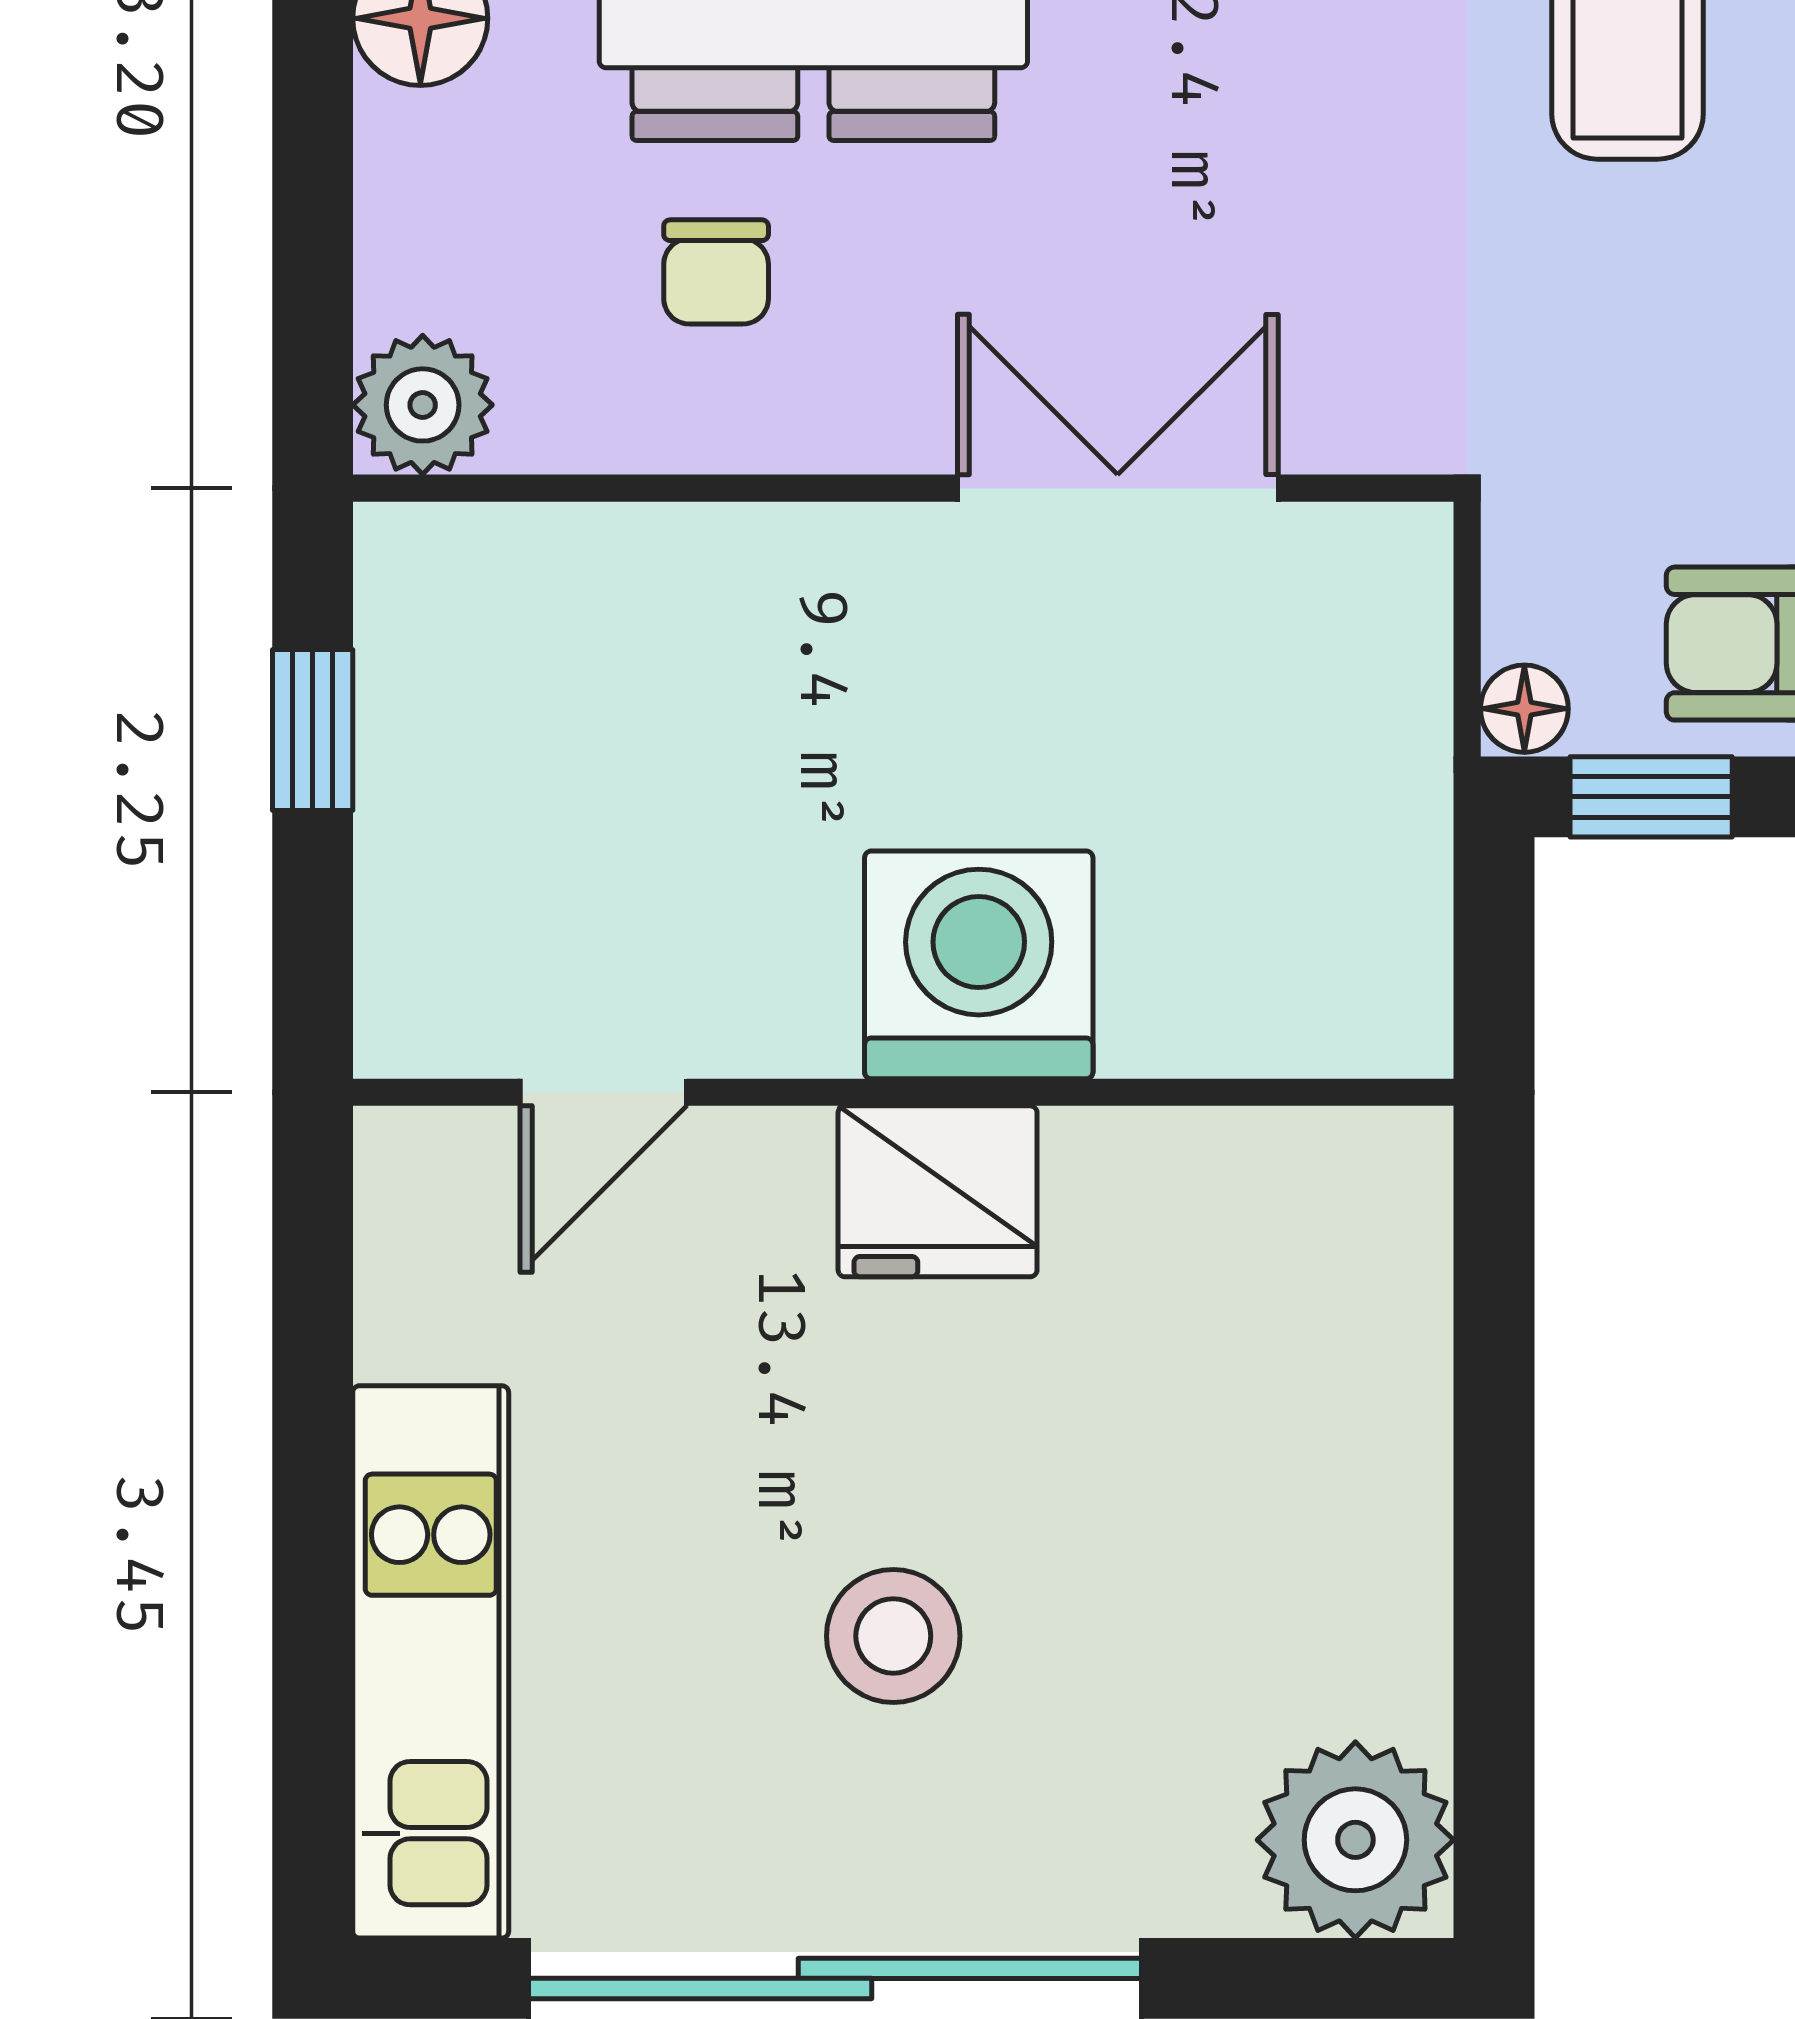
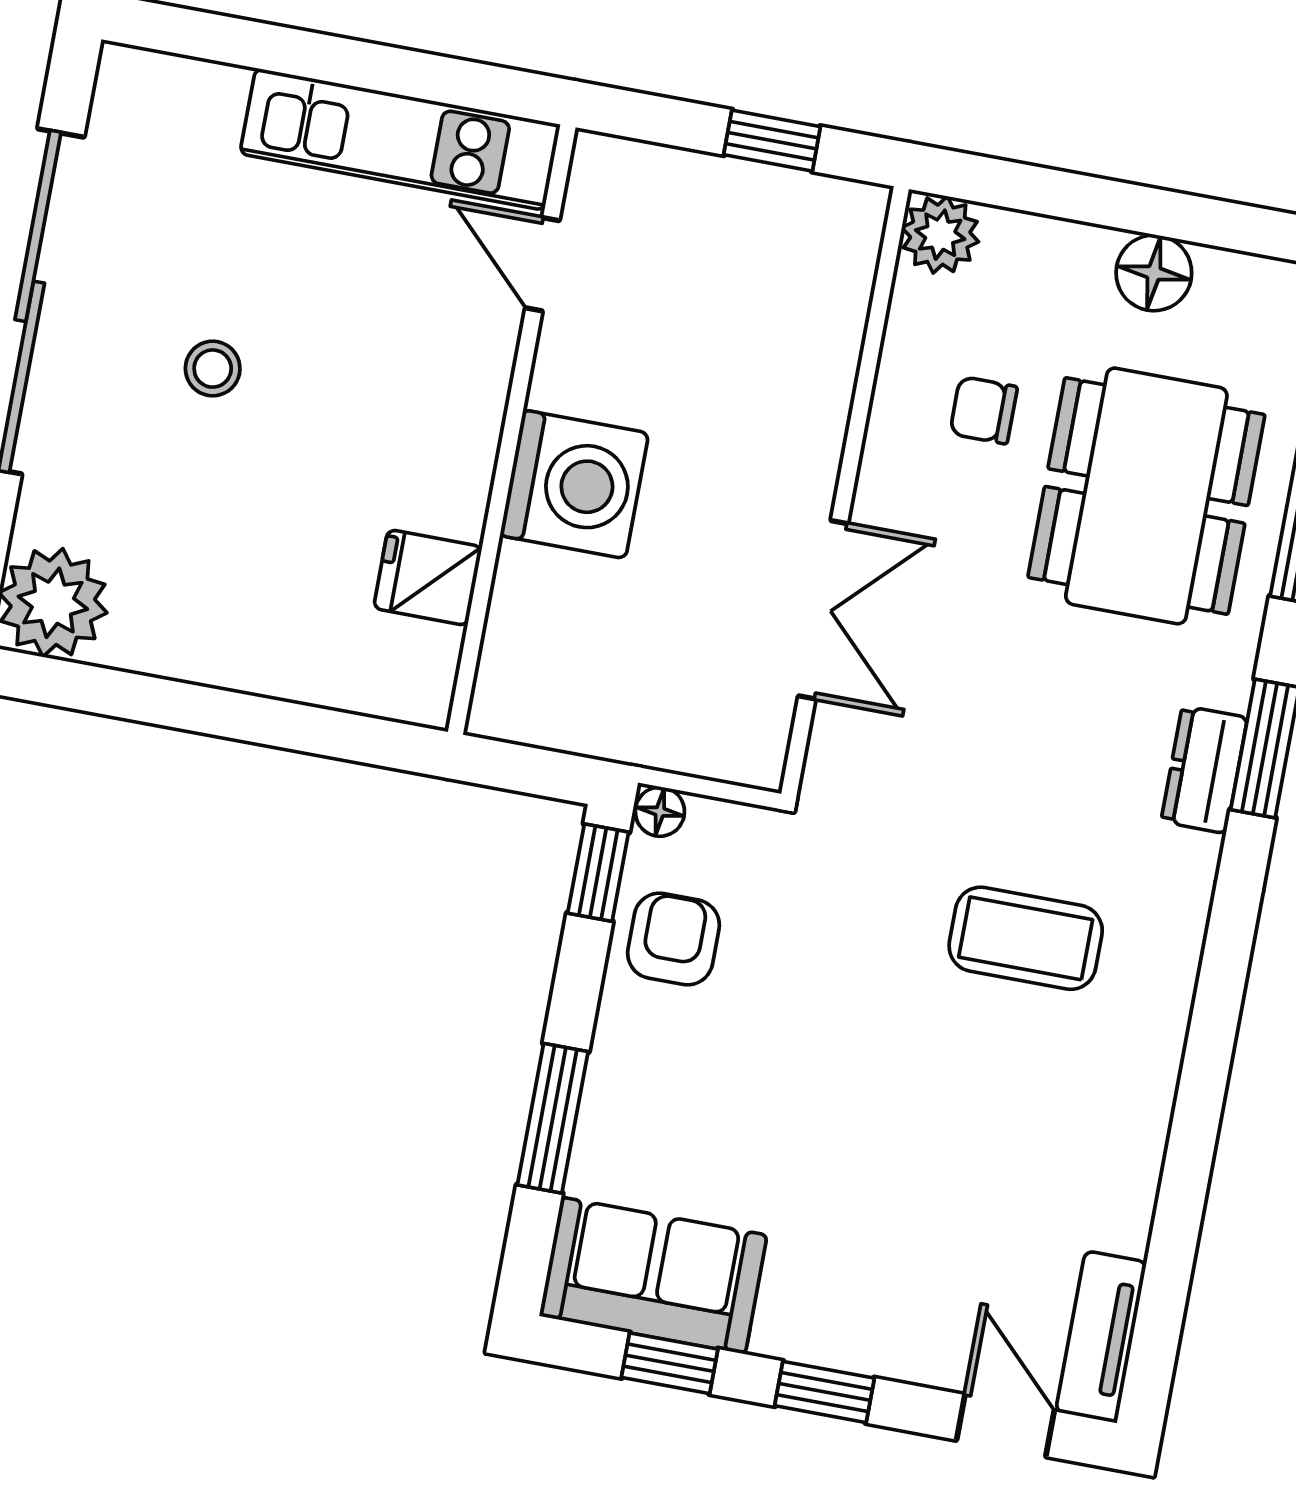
fridge: (938, 1191) -> (428, 578), moved, width x0.72
stool: (893, 1636) -> (213, 369), width x0.73, depth x0.73
kitchen unit: (431, 1662) -> (400, 139), moved

